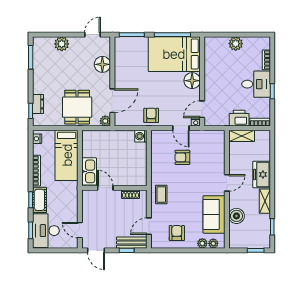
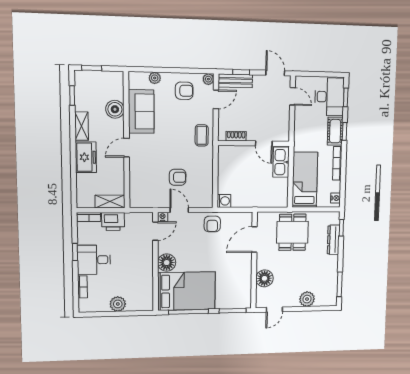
dresser: (38, 104) -> (333, 240), width x1.44
plant: (105, 121) -> (263, 218), removed
armchair: (177, 233) -> (184, 91), turned -90
plant: (213, 243) -> (208, 79), moved

